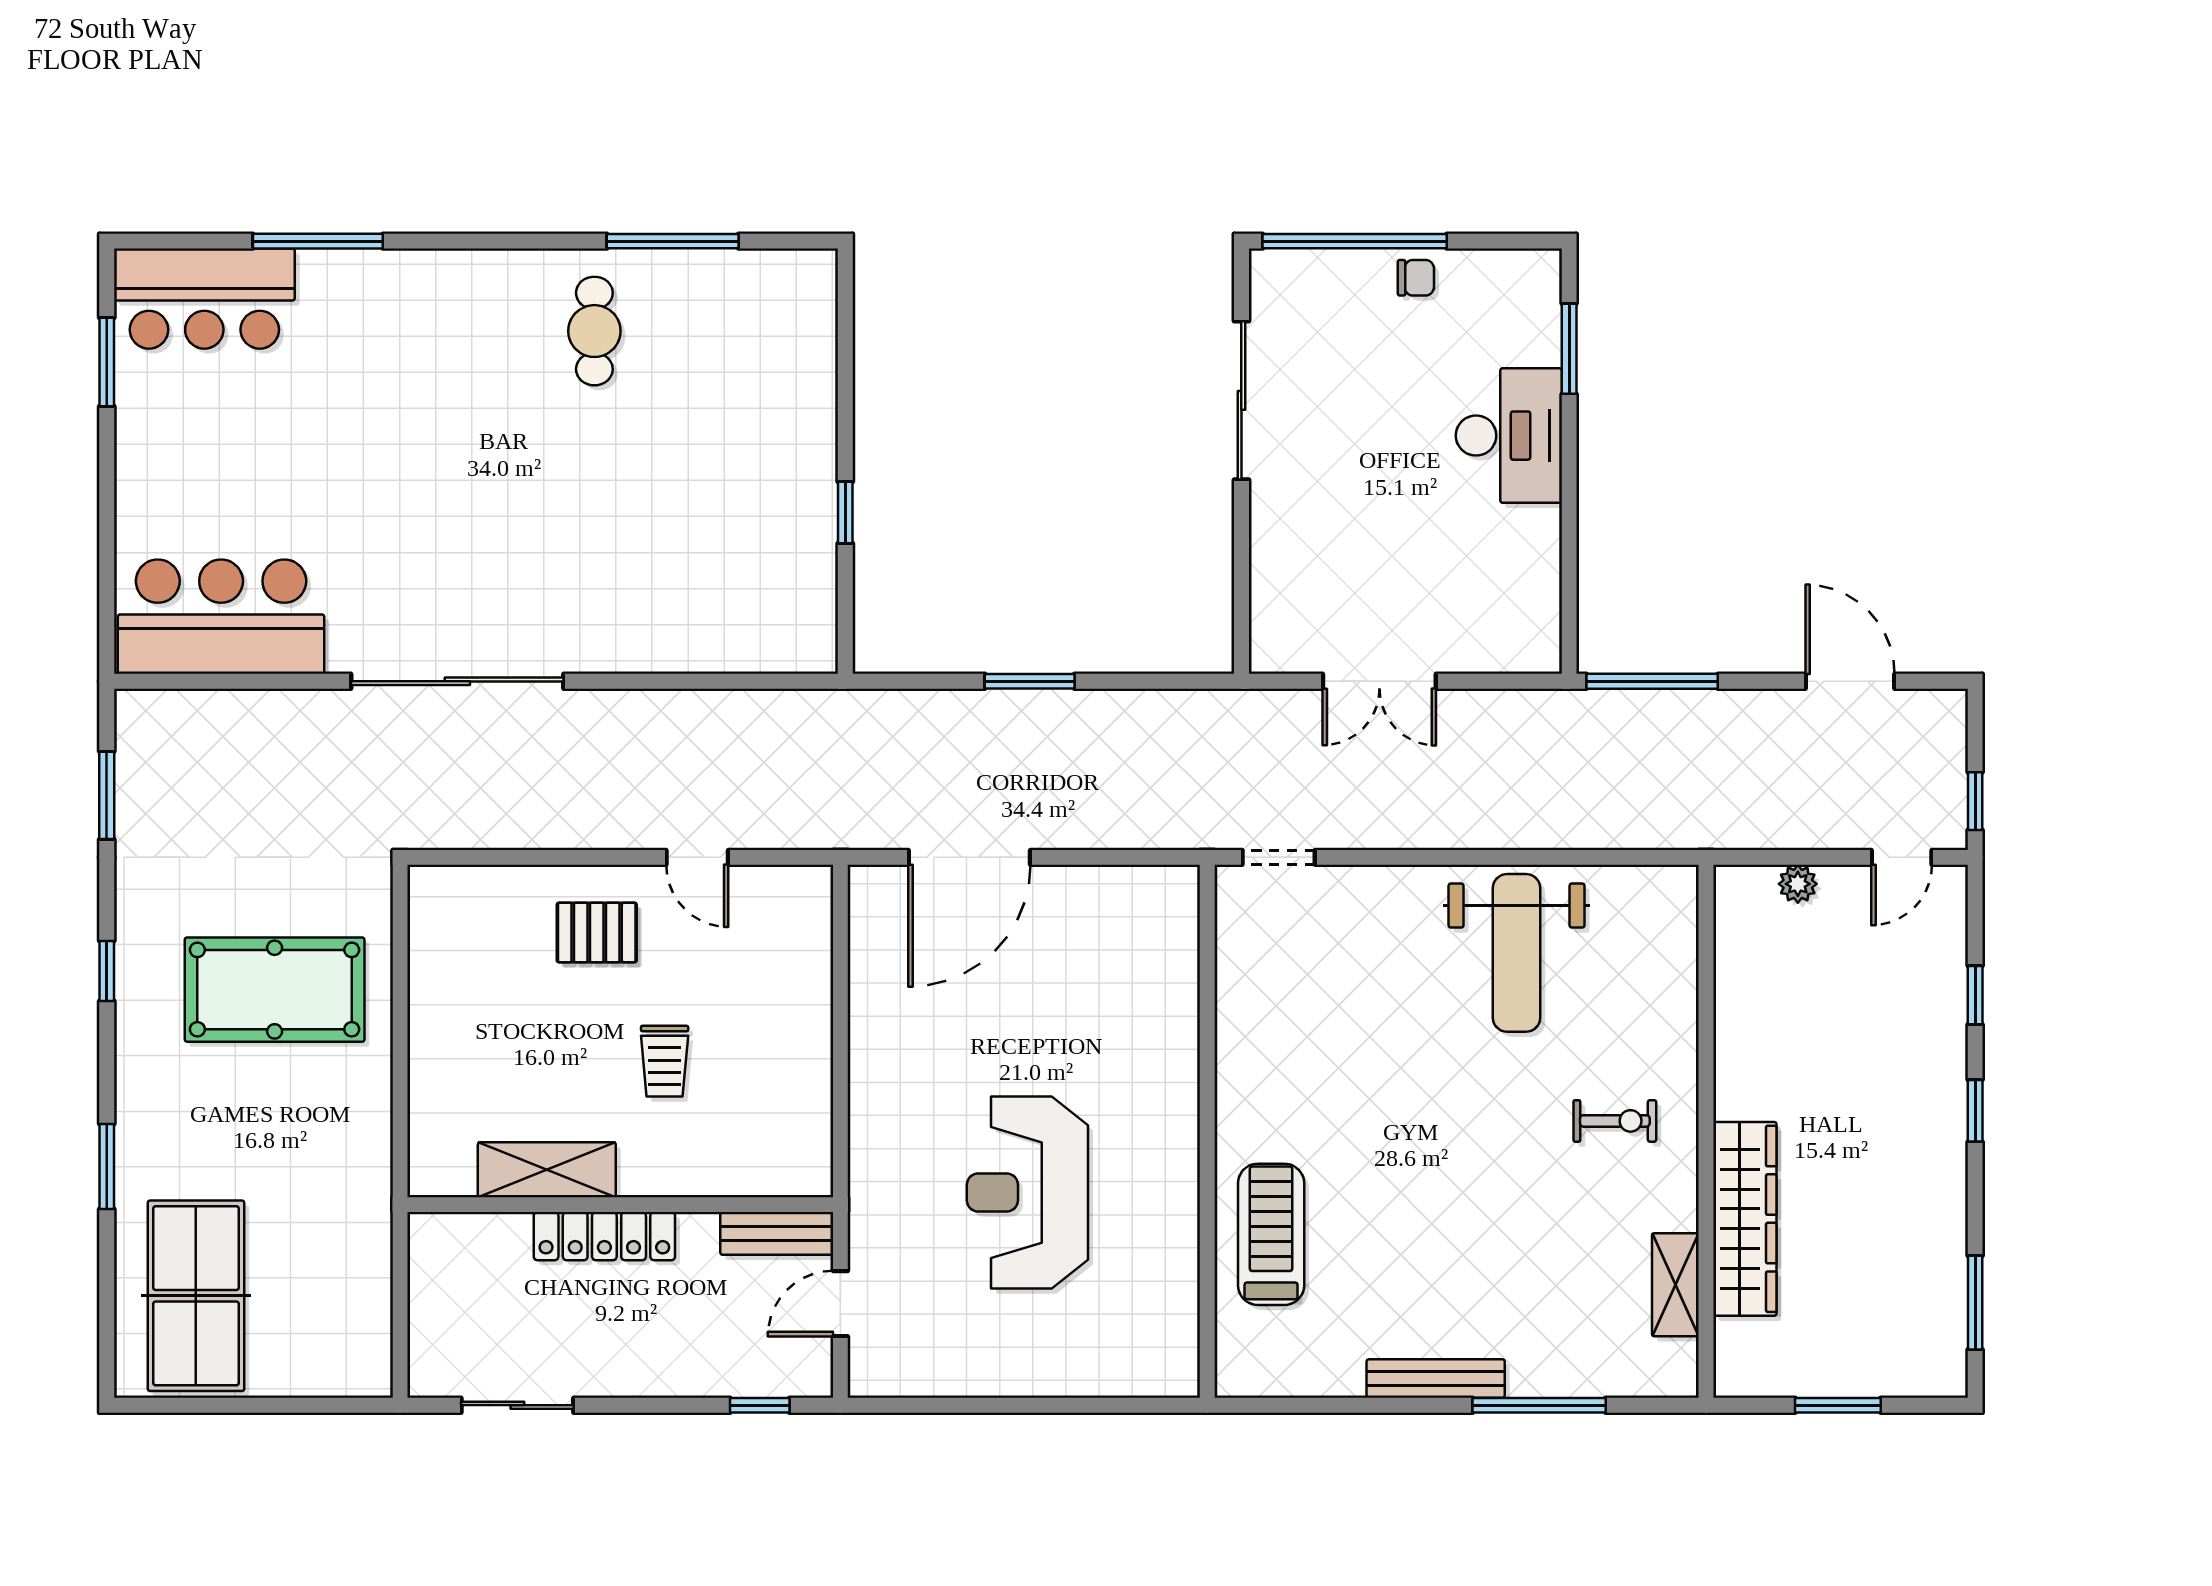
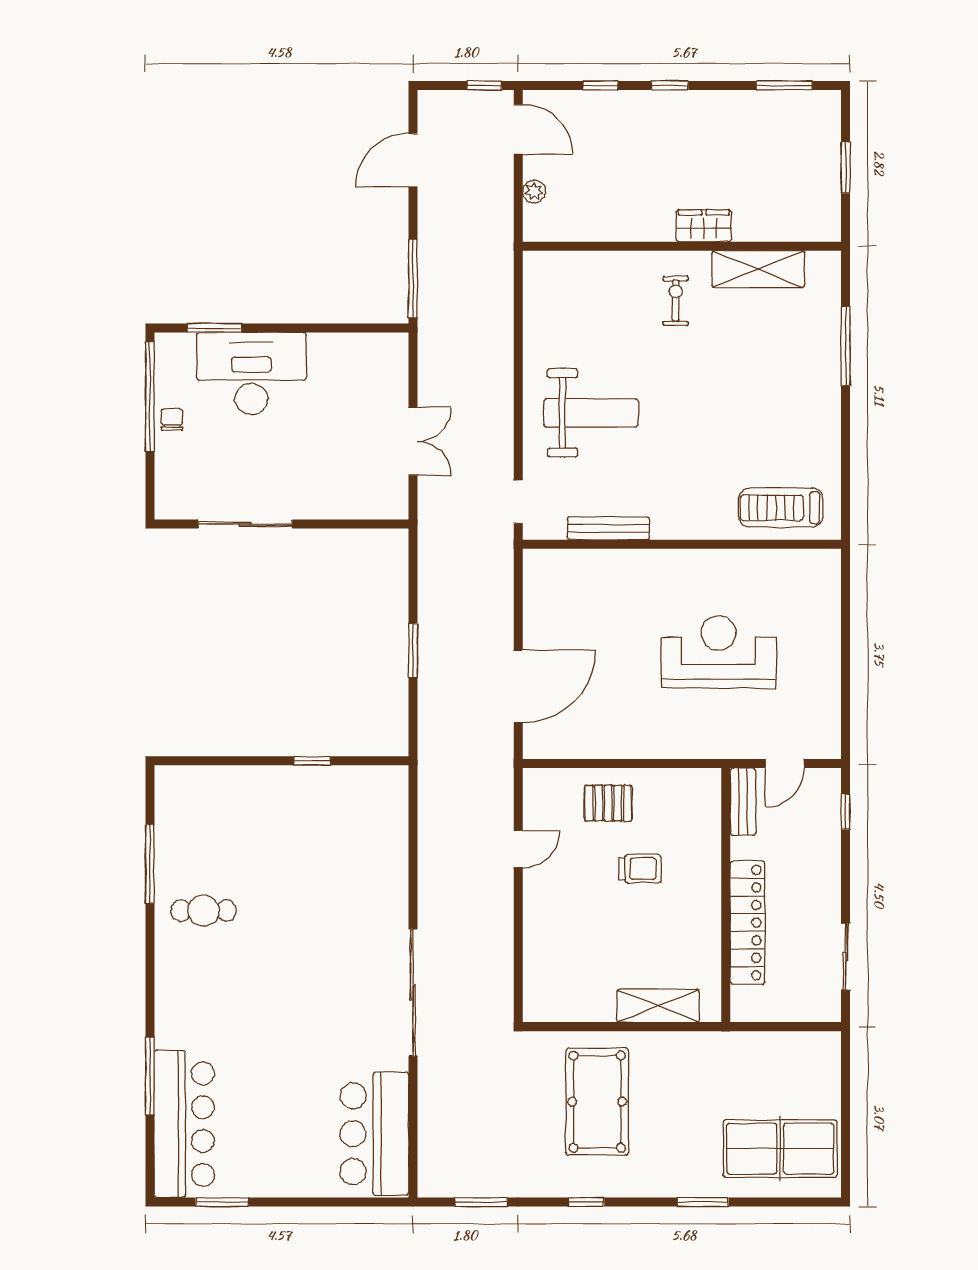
window: (1355, 241) -> (150, 397), moved
bar counter: (204, 299) -> (184, 1124), width x1.36
desk: (1509, 436) -> (251, 374), width x1.36, depth x1.30
door: (969, 857) -> (518, 686), hinge flipped
door: (1902, 857) -> (518, 129), width x1.38
pallet: (597, 932) -> (608, 803), moved, turned 90
weight bench: (1517, 953) -> (591, 413), moved
shelving: (547, 1170) -> (658, 1006), moved, turned 90
reception desk: (1027, 1193) -> (718, 652), turned 180
wardrobe: (1745, 1219) -> (704, 226), width x0.48, depth x0.85
treadmill: (1271, 1234) -> (781, 508), moved
locker: (604, 1236) -> (748, 923), width x1.41, depth x1.21
shelving: (1675, 1285) -> (758, 269), width x1.50, depth x1.33
door: (840, 1304) -> (785, 764), hinge flipped
bench: (1436, 1379) -> (608, 528), moved, turned 90

